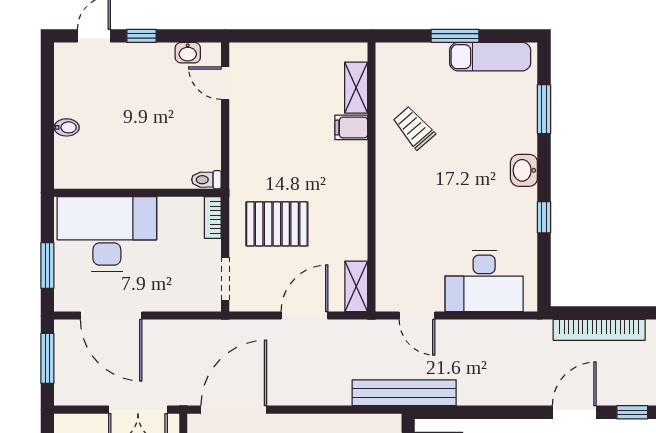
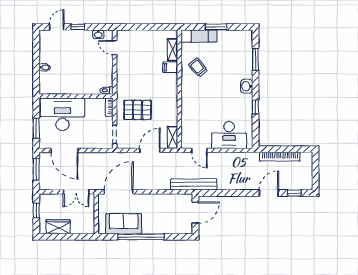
exam couch: (490, 57) -> (199, 36), moved

